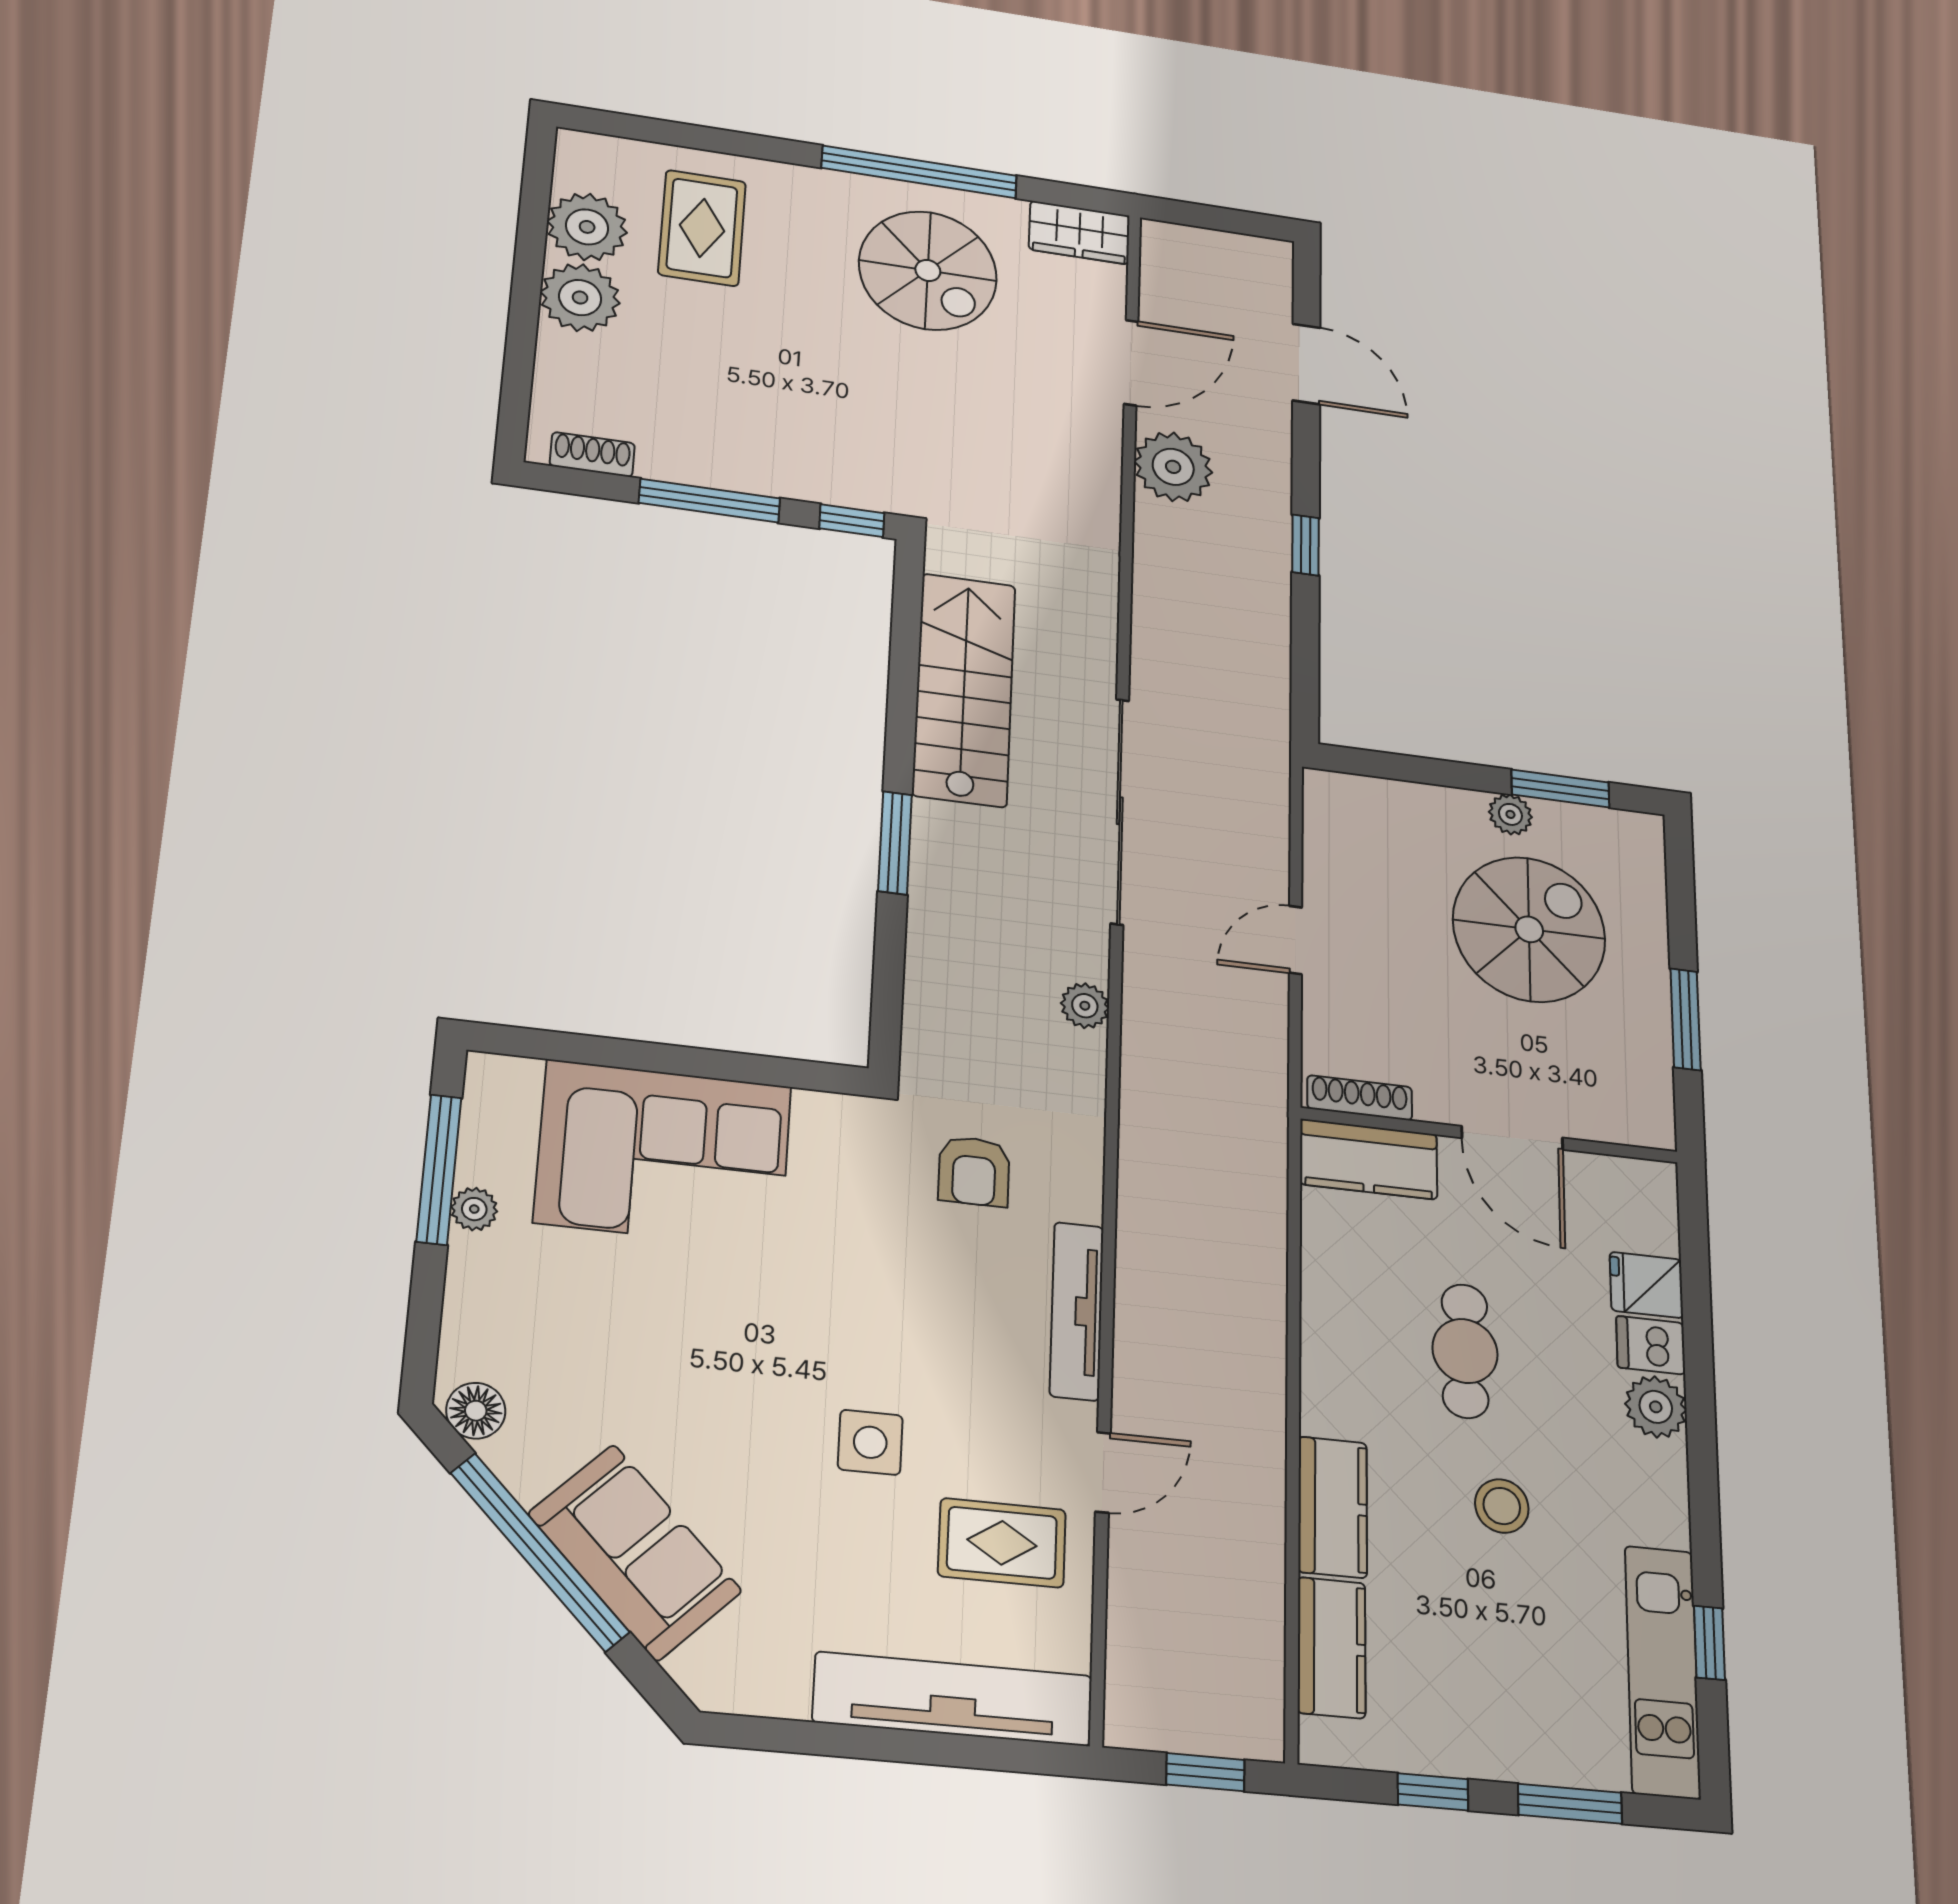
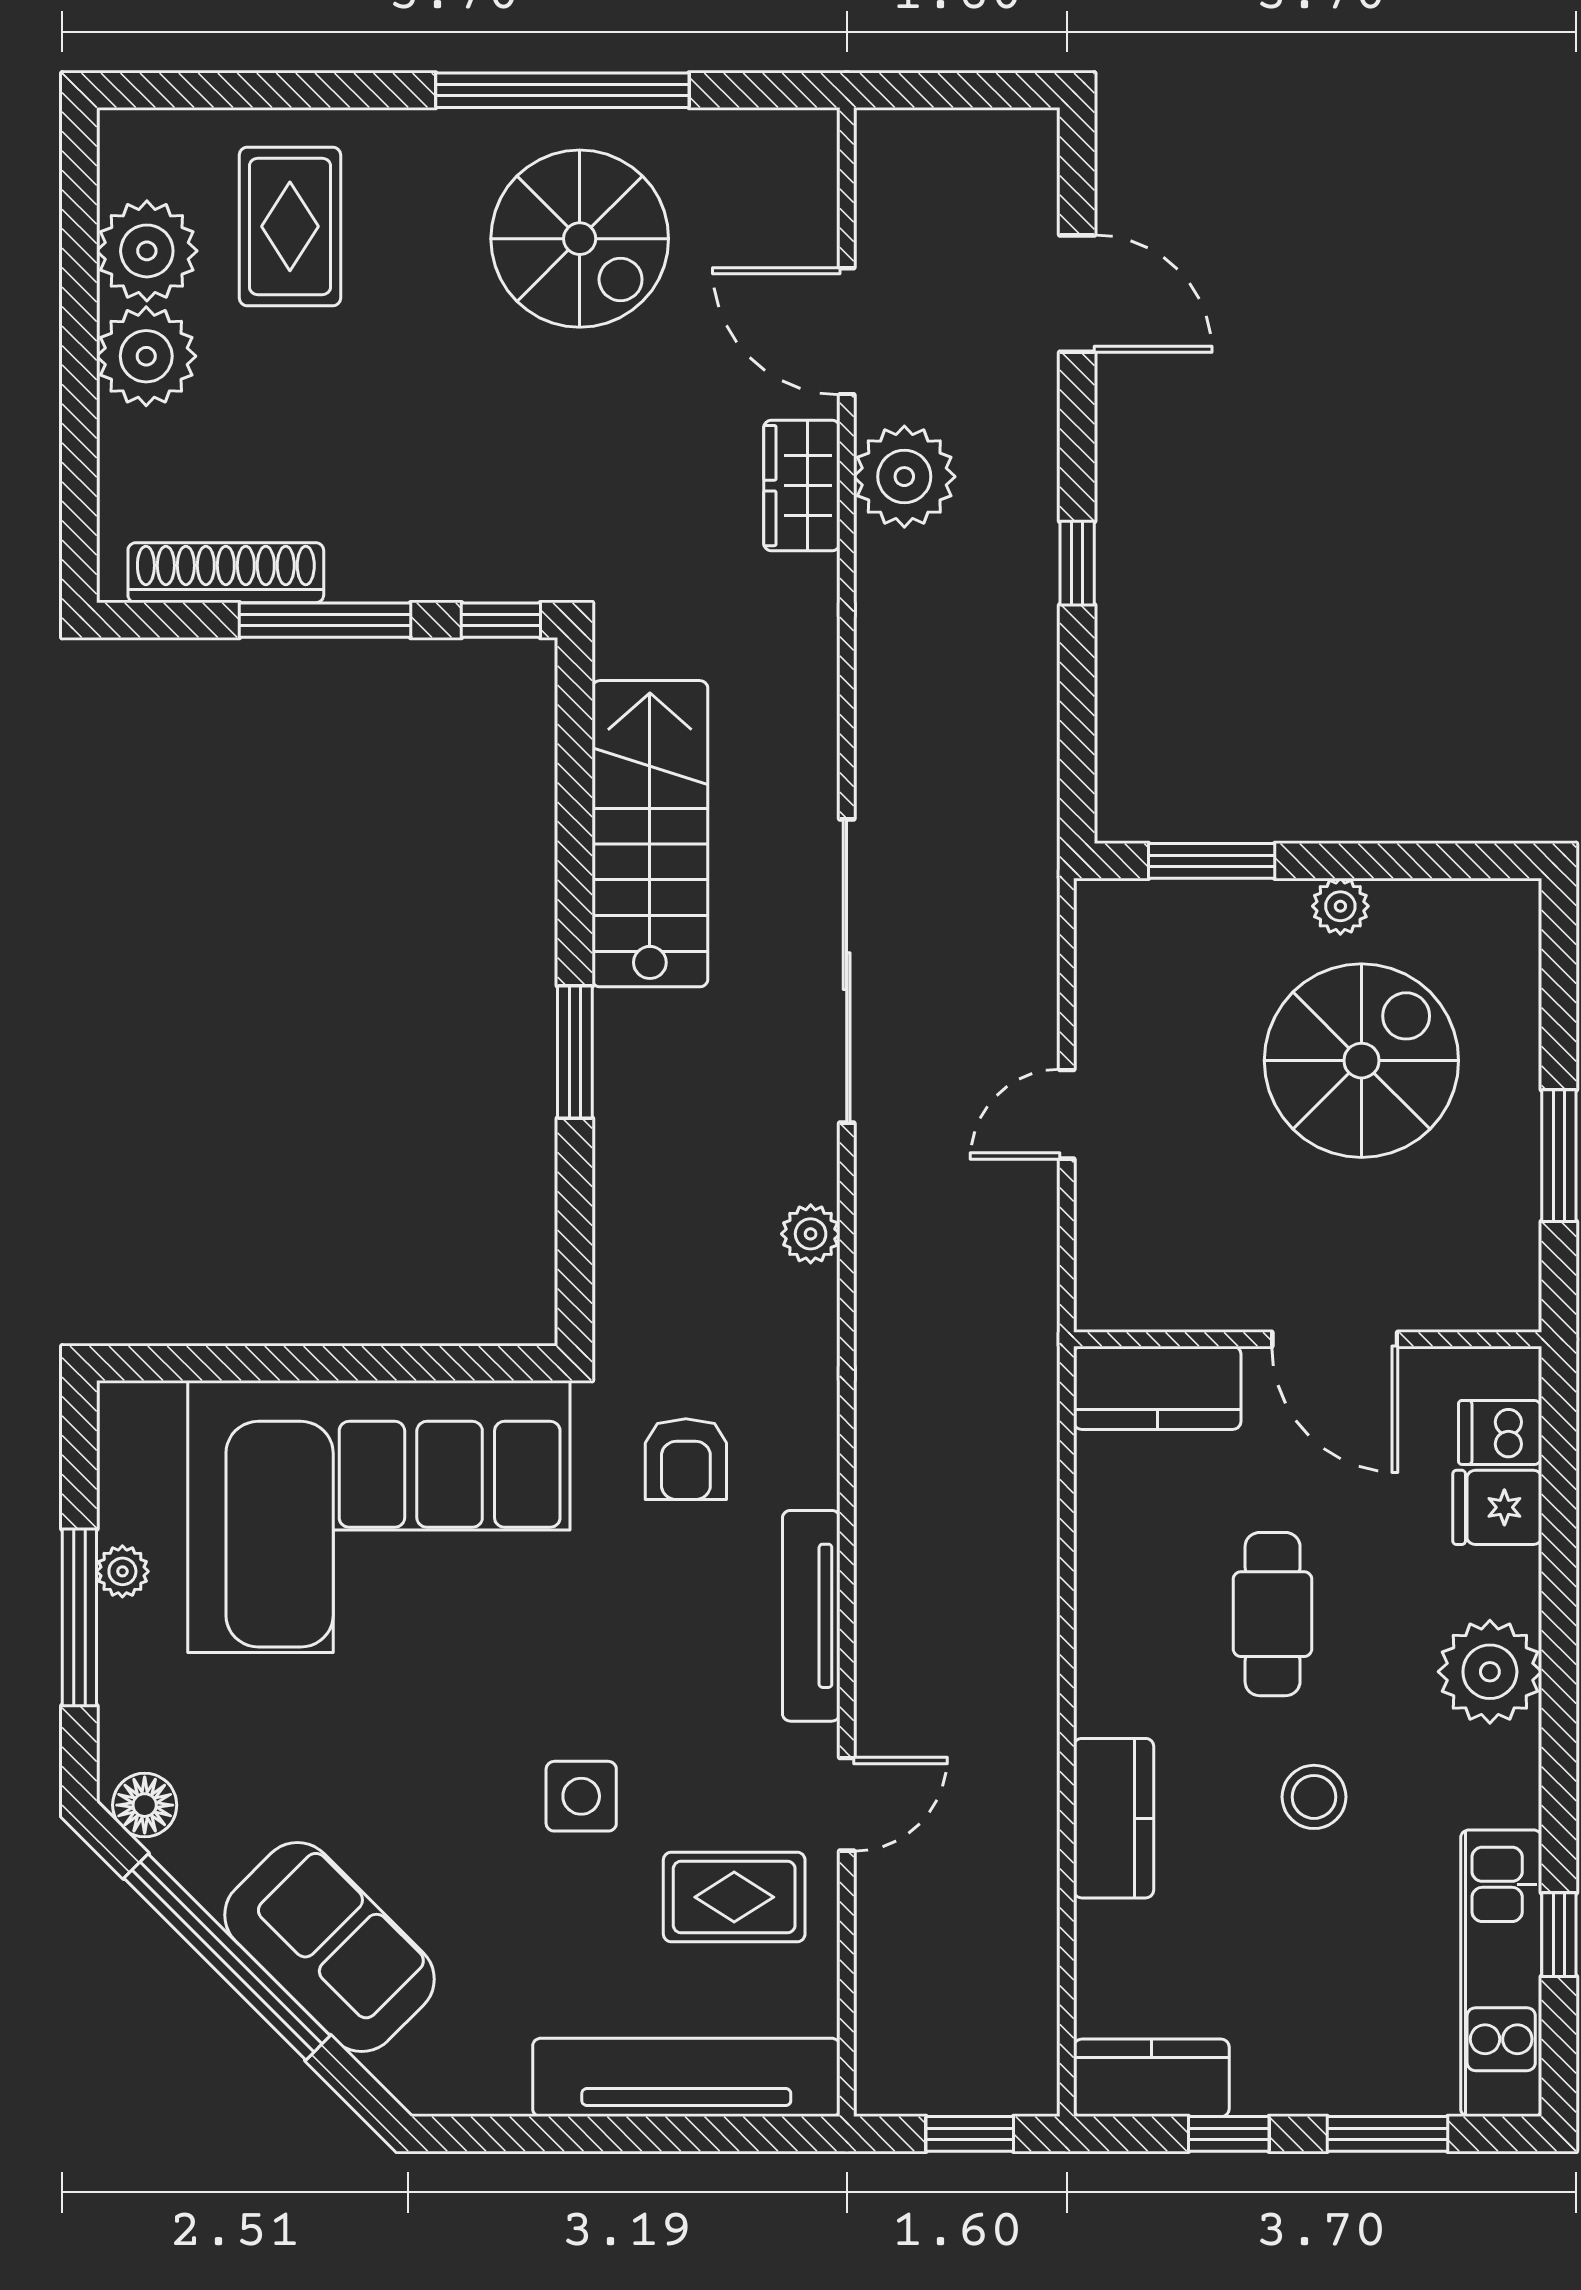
wardrobe: (1079, 233) -> (802, 486), moved, turned 90
door: (1131, 363) -> (847, 331), swing flipped
shoe rack: (592, 454) -> (226, 573), width x1.94, depth x1.24
window: (1560, 789) -> (1212, 861), moved
shoe rack: (1360, 1098) -> (1146, 1310), removed
corner sofa: (663, 1154) -> (379, 1516), width x1.36, depth x1.36
window: (439, 1169) -> (79, 1617), moved
dishwasher: (1651, 1345) -> (1500, 1432), moved
plant: (1656, 1407) -> (1490, 1672), width x1.36, depth x1.36
kitchen counter: (1332, 1648) -> (1151, 2078), moved, turned -90

